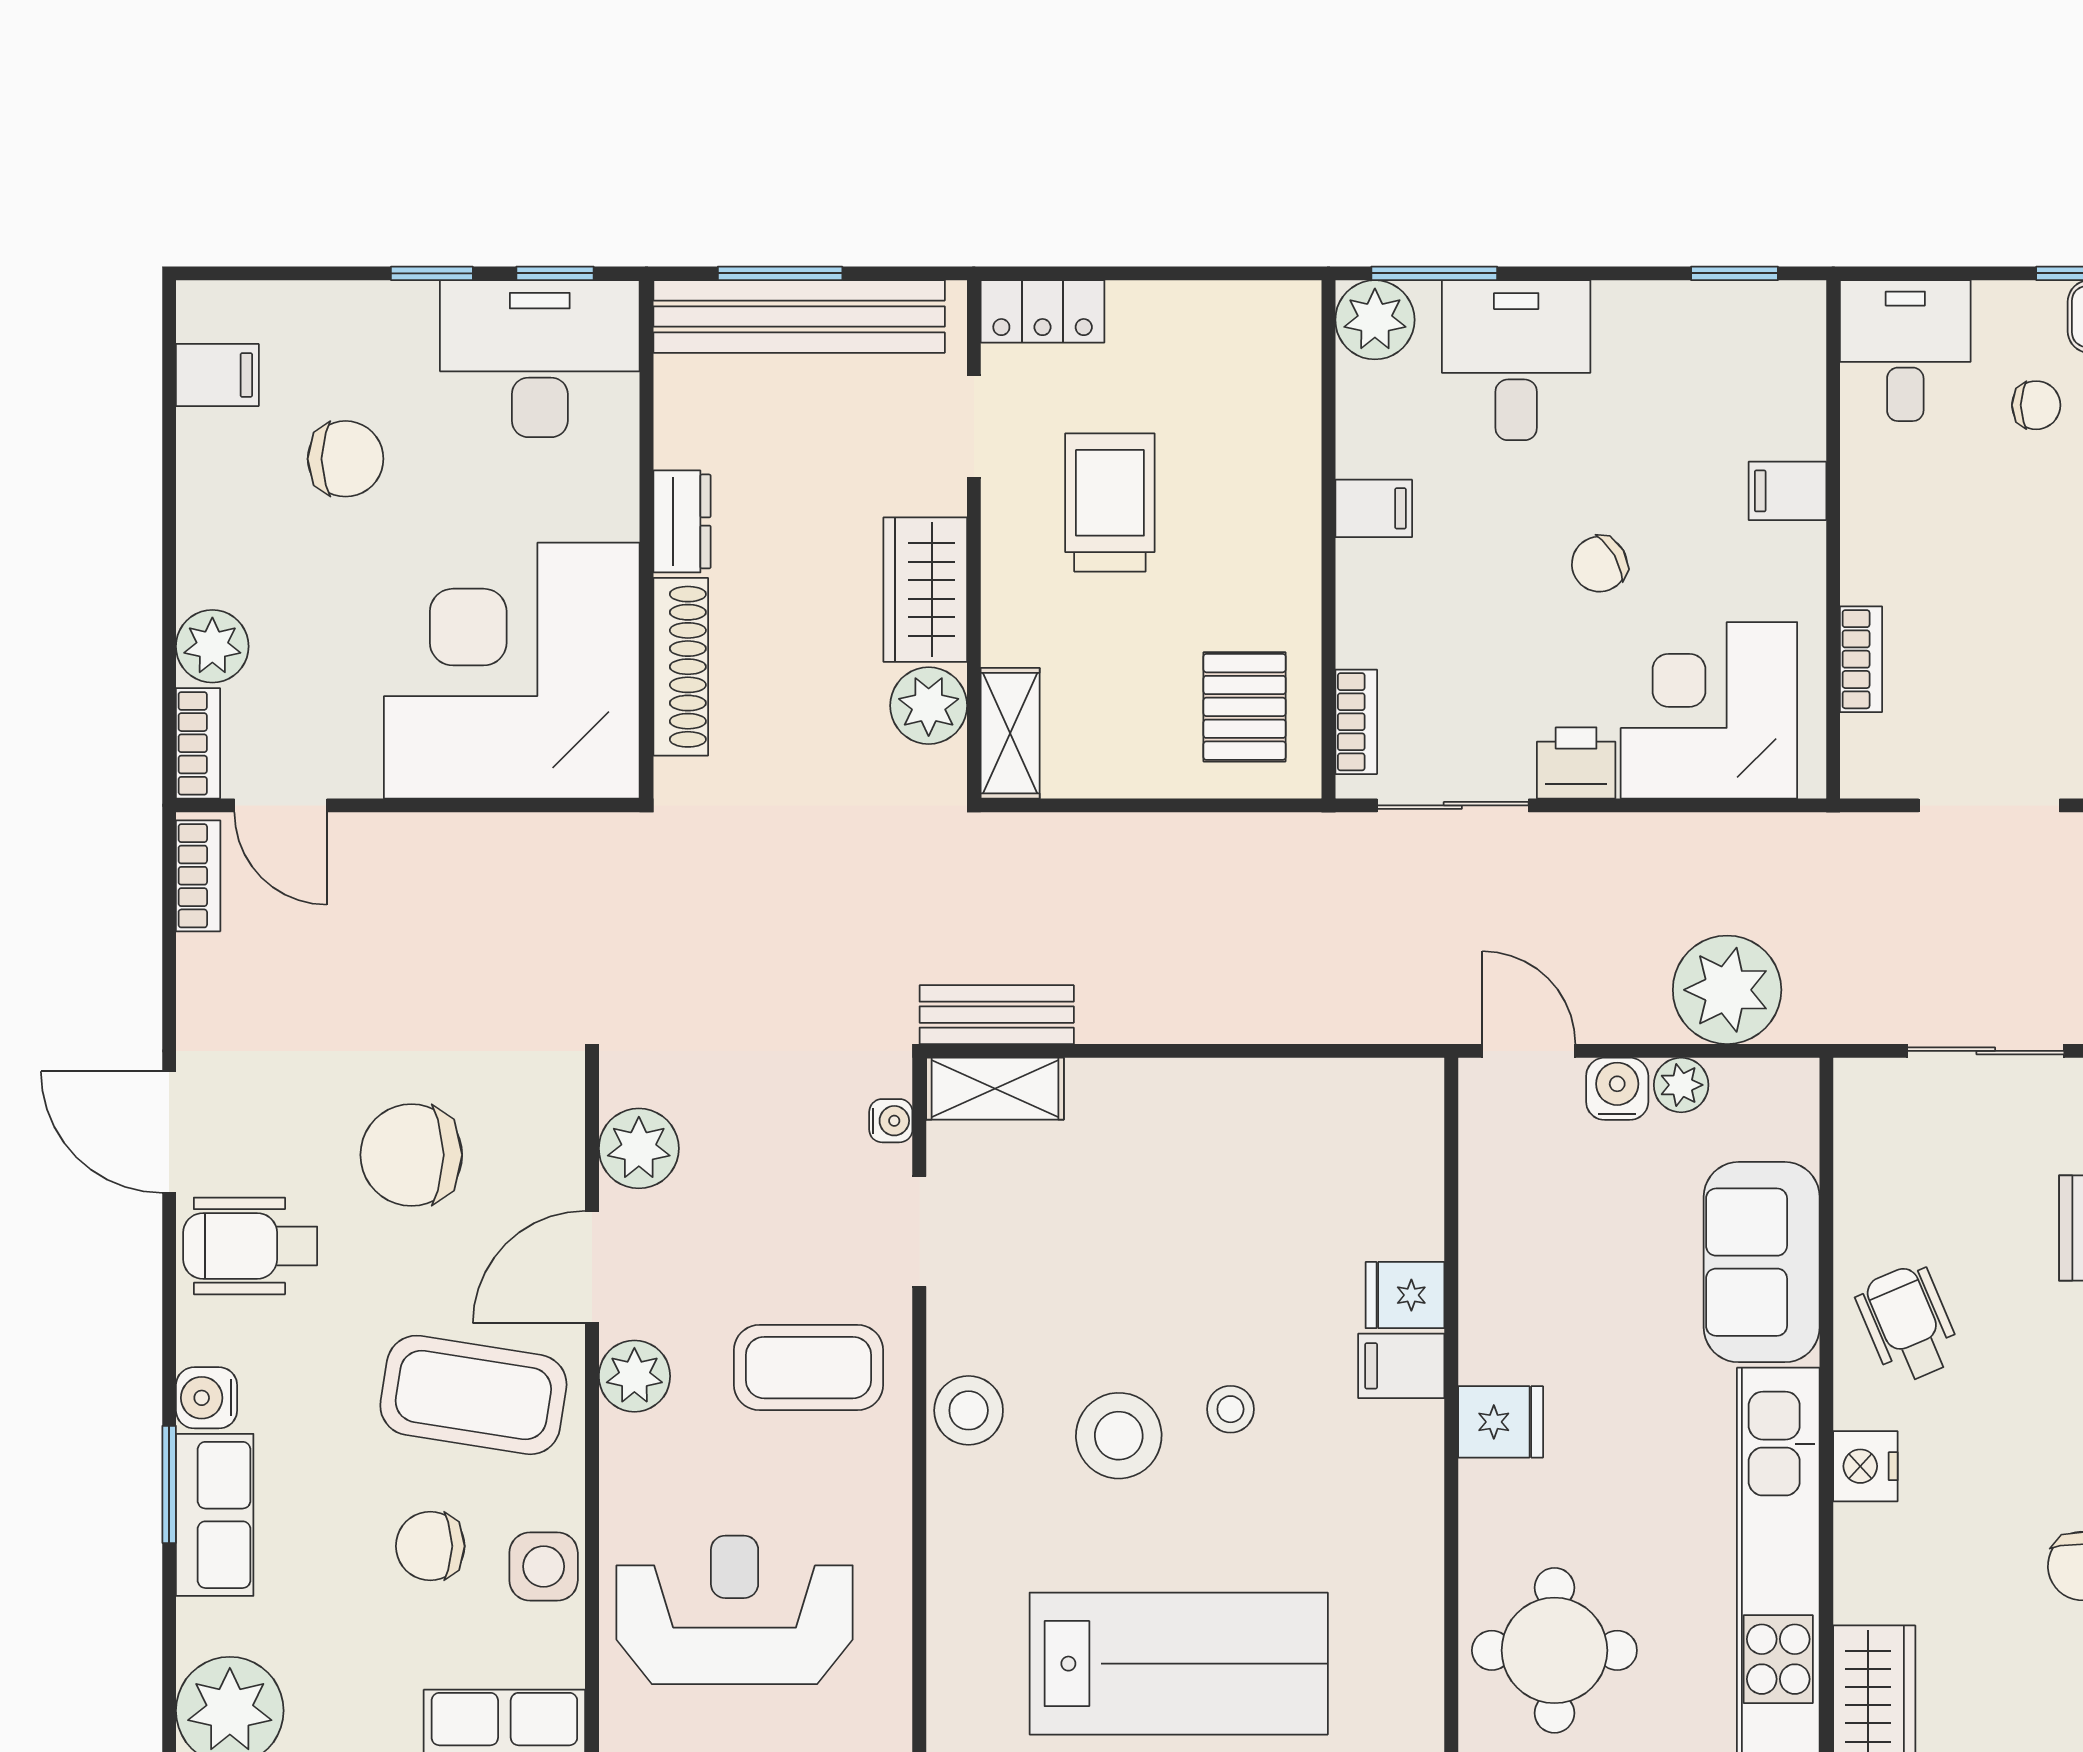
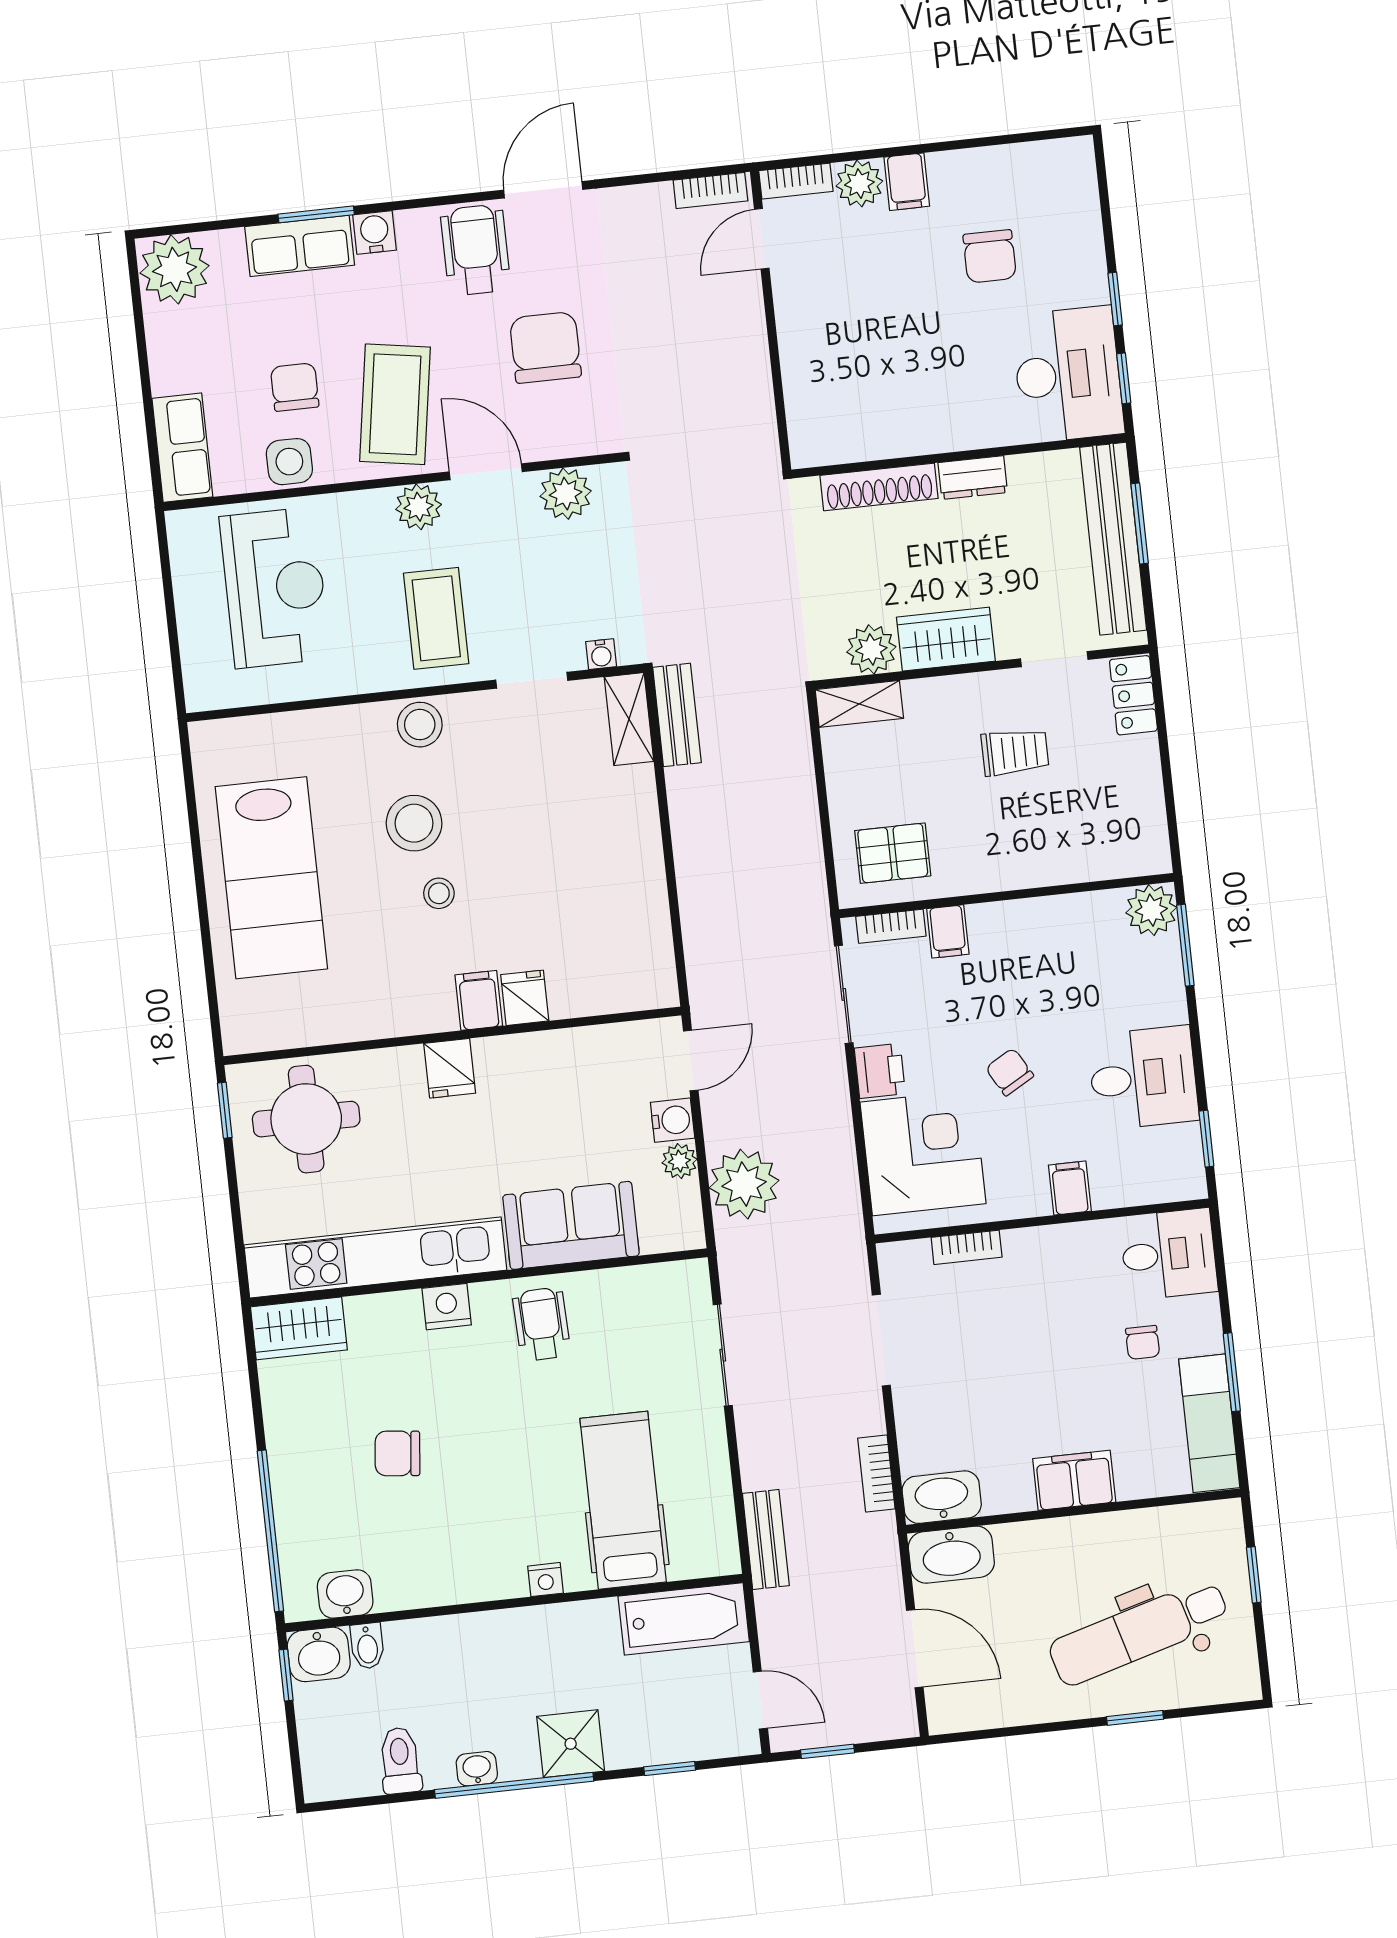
desk: (1516, 360) -> (1143, 1078), moved
filing cabinet: (217, 375) -> (907, 182), moved
trolley: (1110, 502) -> (1015, 752), width x0.73, depth x0.72
filing cabinet: (1374, 508) -> (948, 931), moved
corner desk: (512, 671) -> (865, 378), removed
wheelchair: (1908, 1324) -> (541, 1324), turned -69

